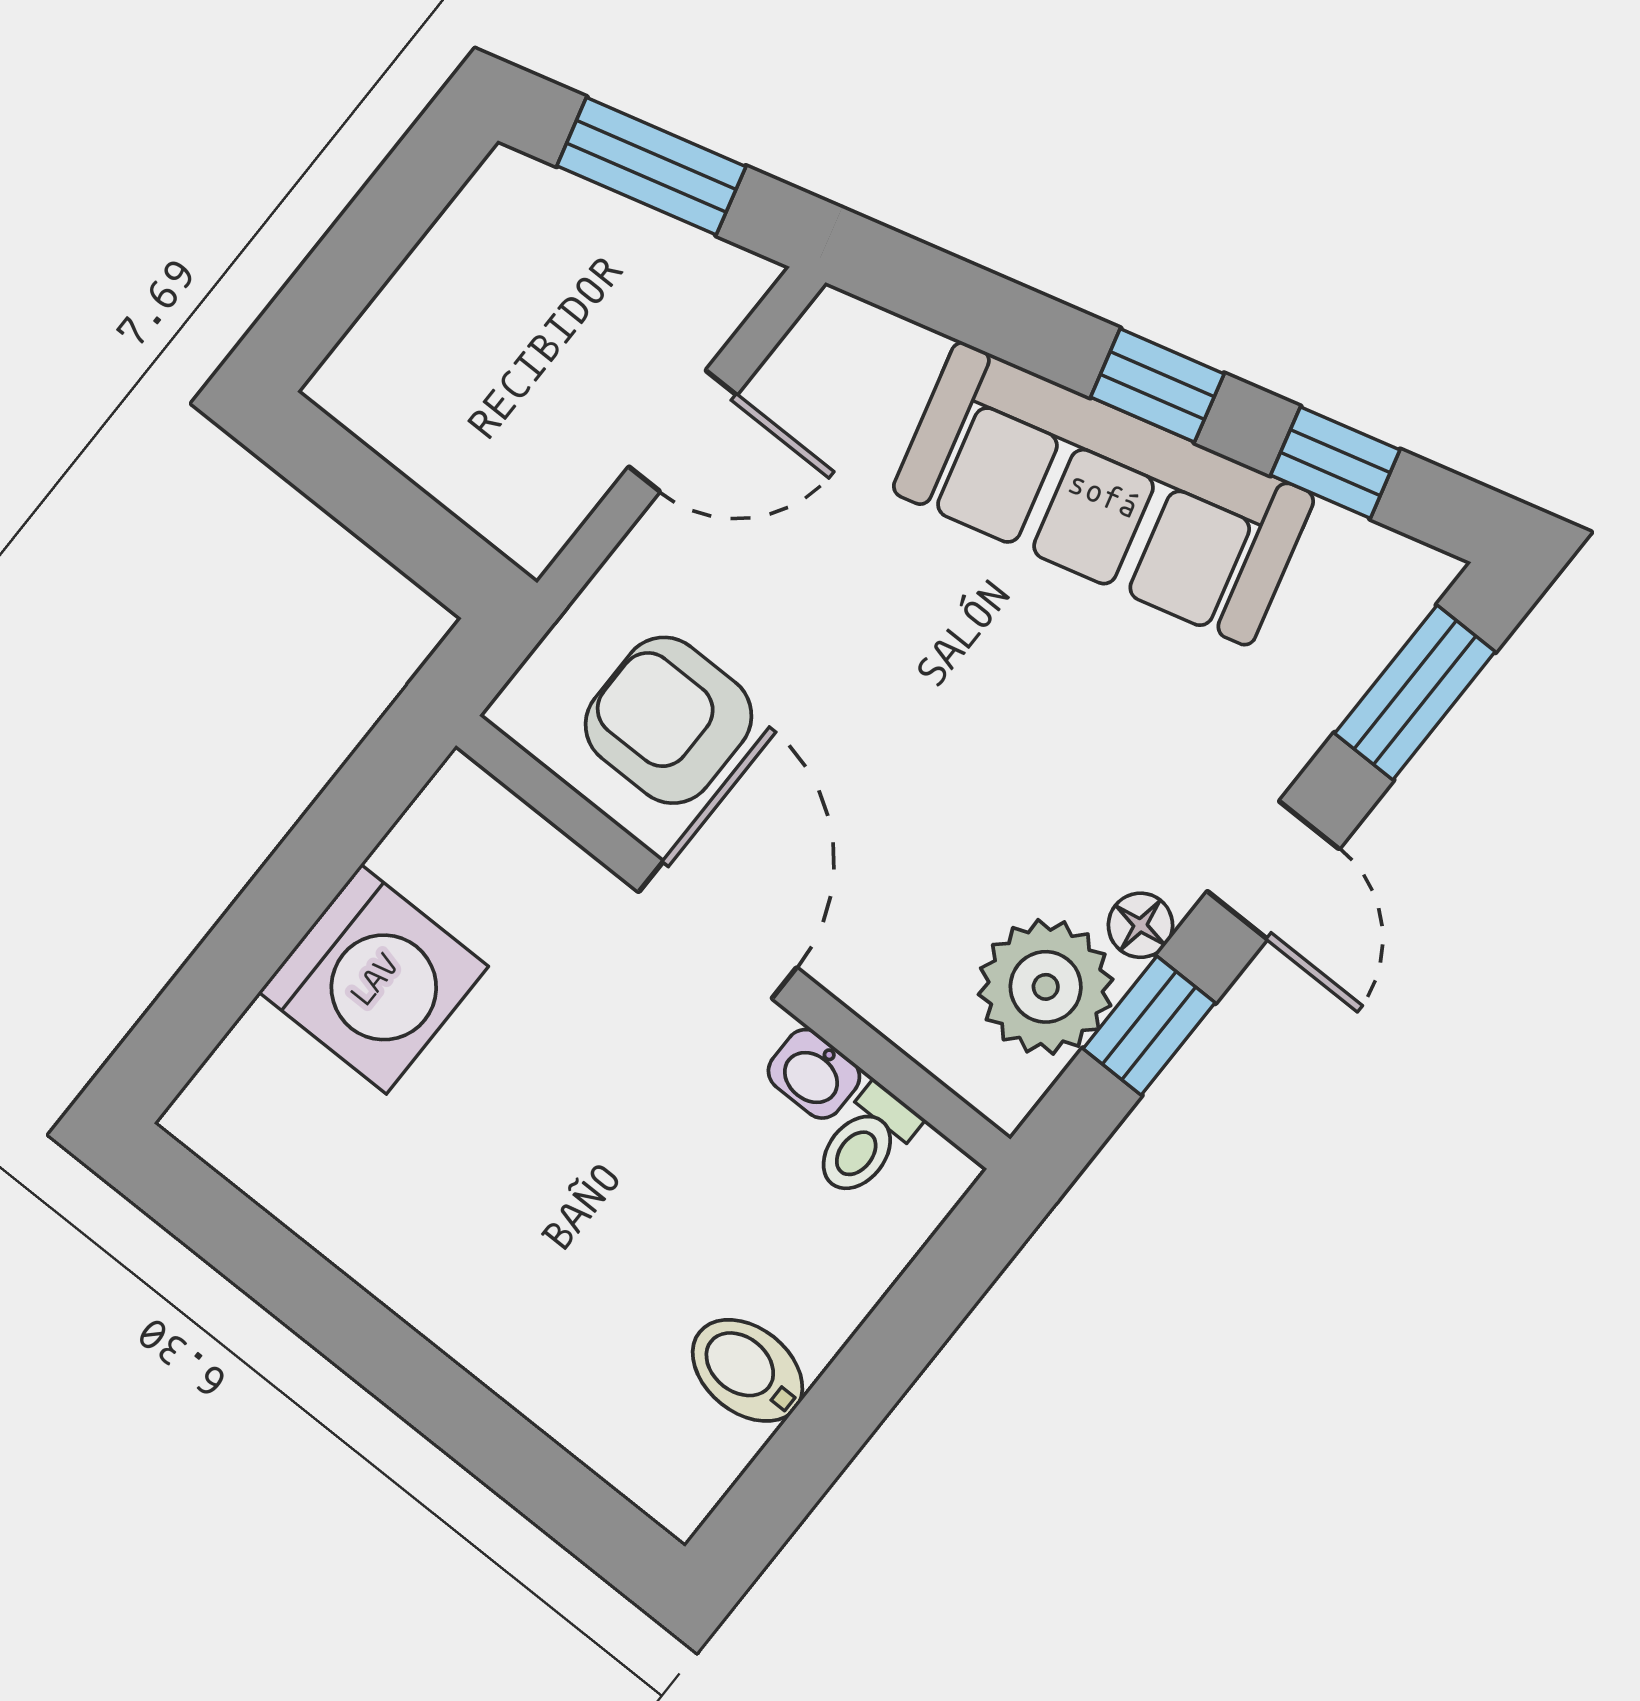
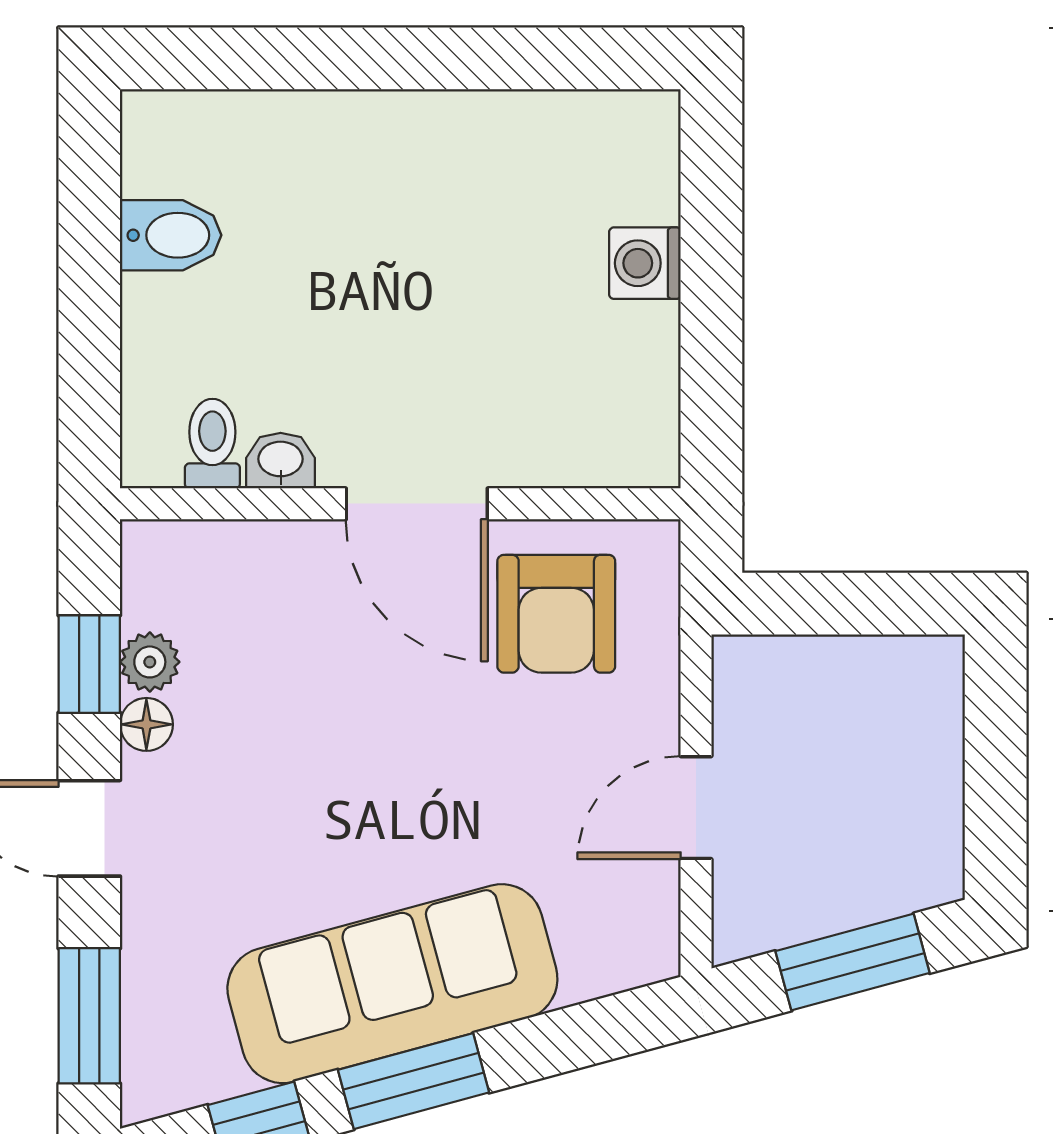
window: (1157, 385) -> (413, 1081), width x1.50
armchair: (669, 720) -> (556, 614), turned 90
washing machine: (374, 979) -> (645, 263), width x0.53, depth x0.53
plant: (1046, 987) -> (150, 662), width x0.53, depth x0.53

